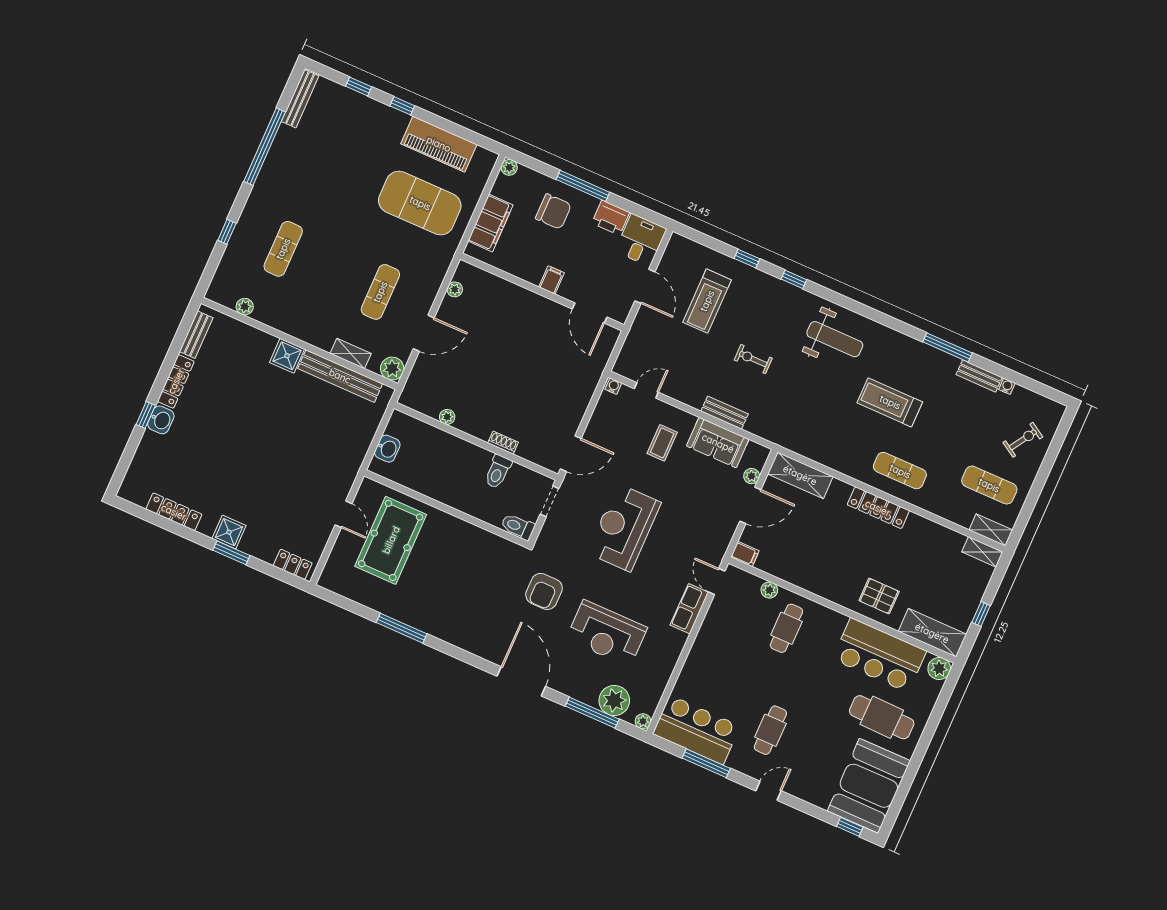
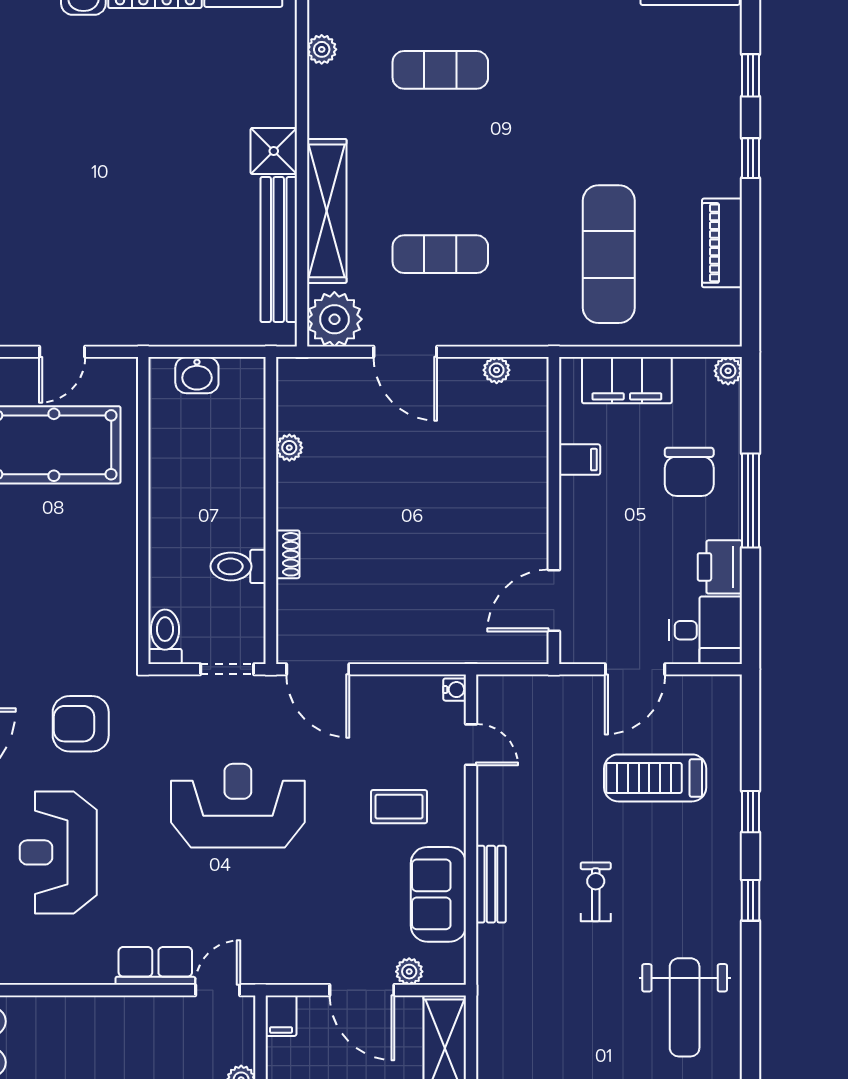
piano: (439, 144) -> (722, 243), width x0.73, depth x0.75
exercise mat: (420, 203) -> (609, 254), width x0.68
filing cabinet: (552, 280) -> (580, 460), moved
shelving: (351, 354) -> (327, 211), width x2.20, depth x1.33
plant: (392, 369) -> (334, 319), width x1.36, depth x1.36

